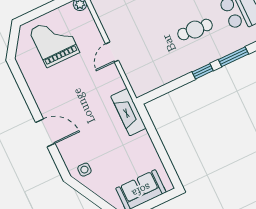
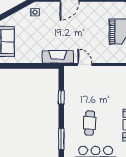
door: (112, 52) -> (85, 65), moved
window: (203, 71) -> (61, 97), moved

